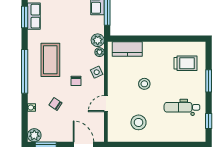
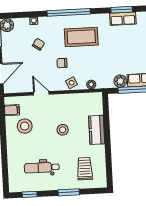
plant: (98, 40) -> (120, 81), moved
kitchen counter: (127, 49) -> (97, 130), moved
trolley: (185, 63) -> (85, 169), turned 180
dental chair: (182, 107) -> (42, 168), turned -90
filing cabinet: (122, 135) -> (12, 110), added

